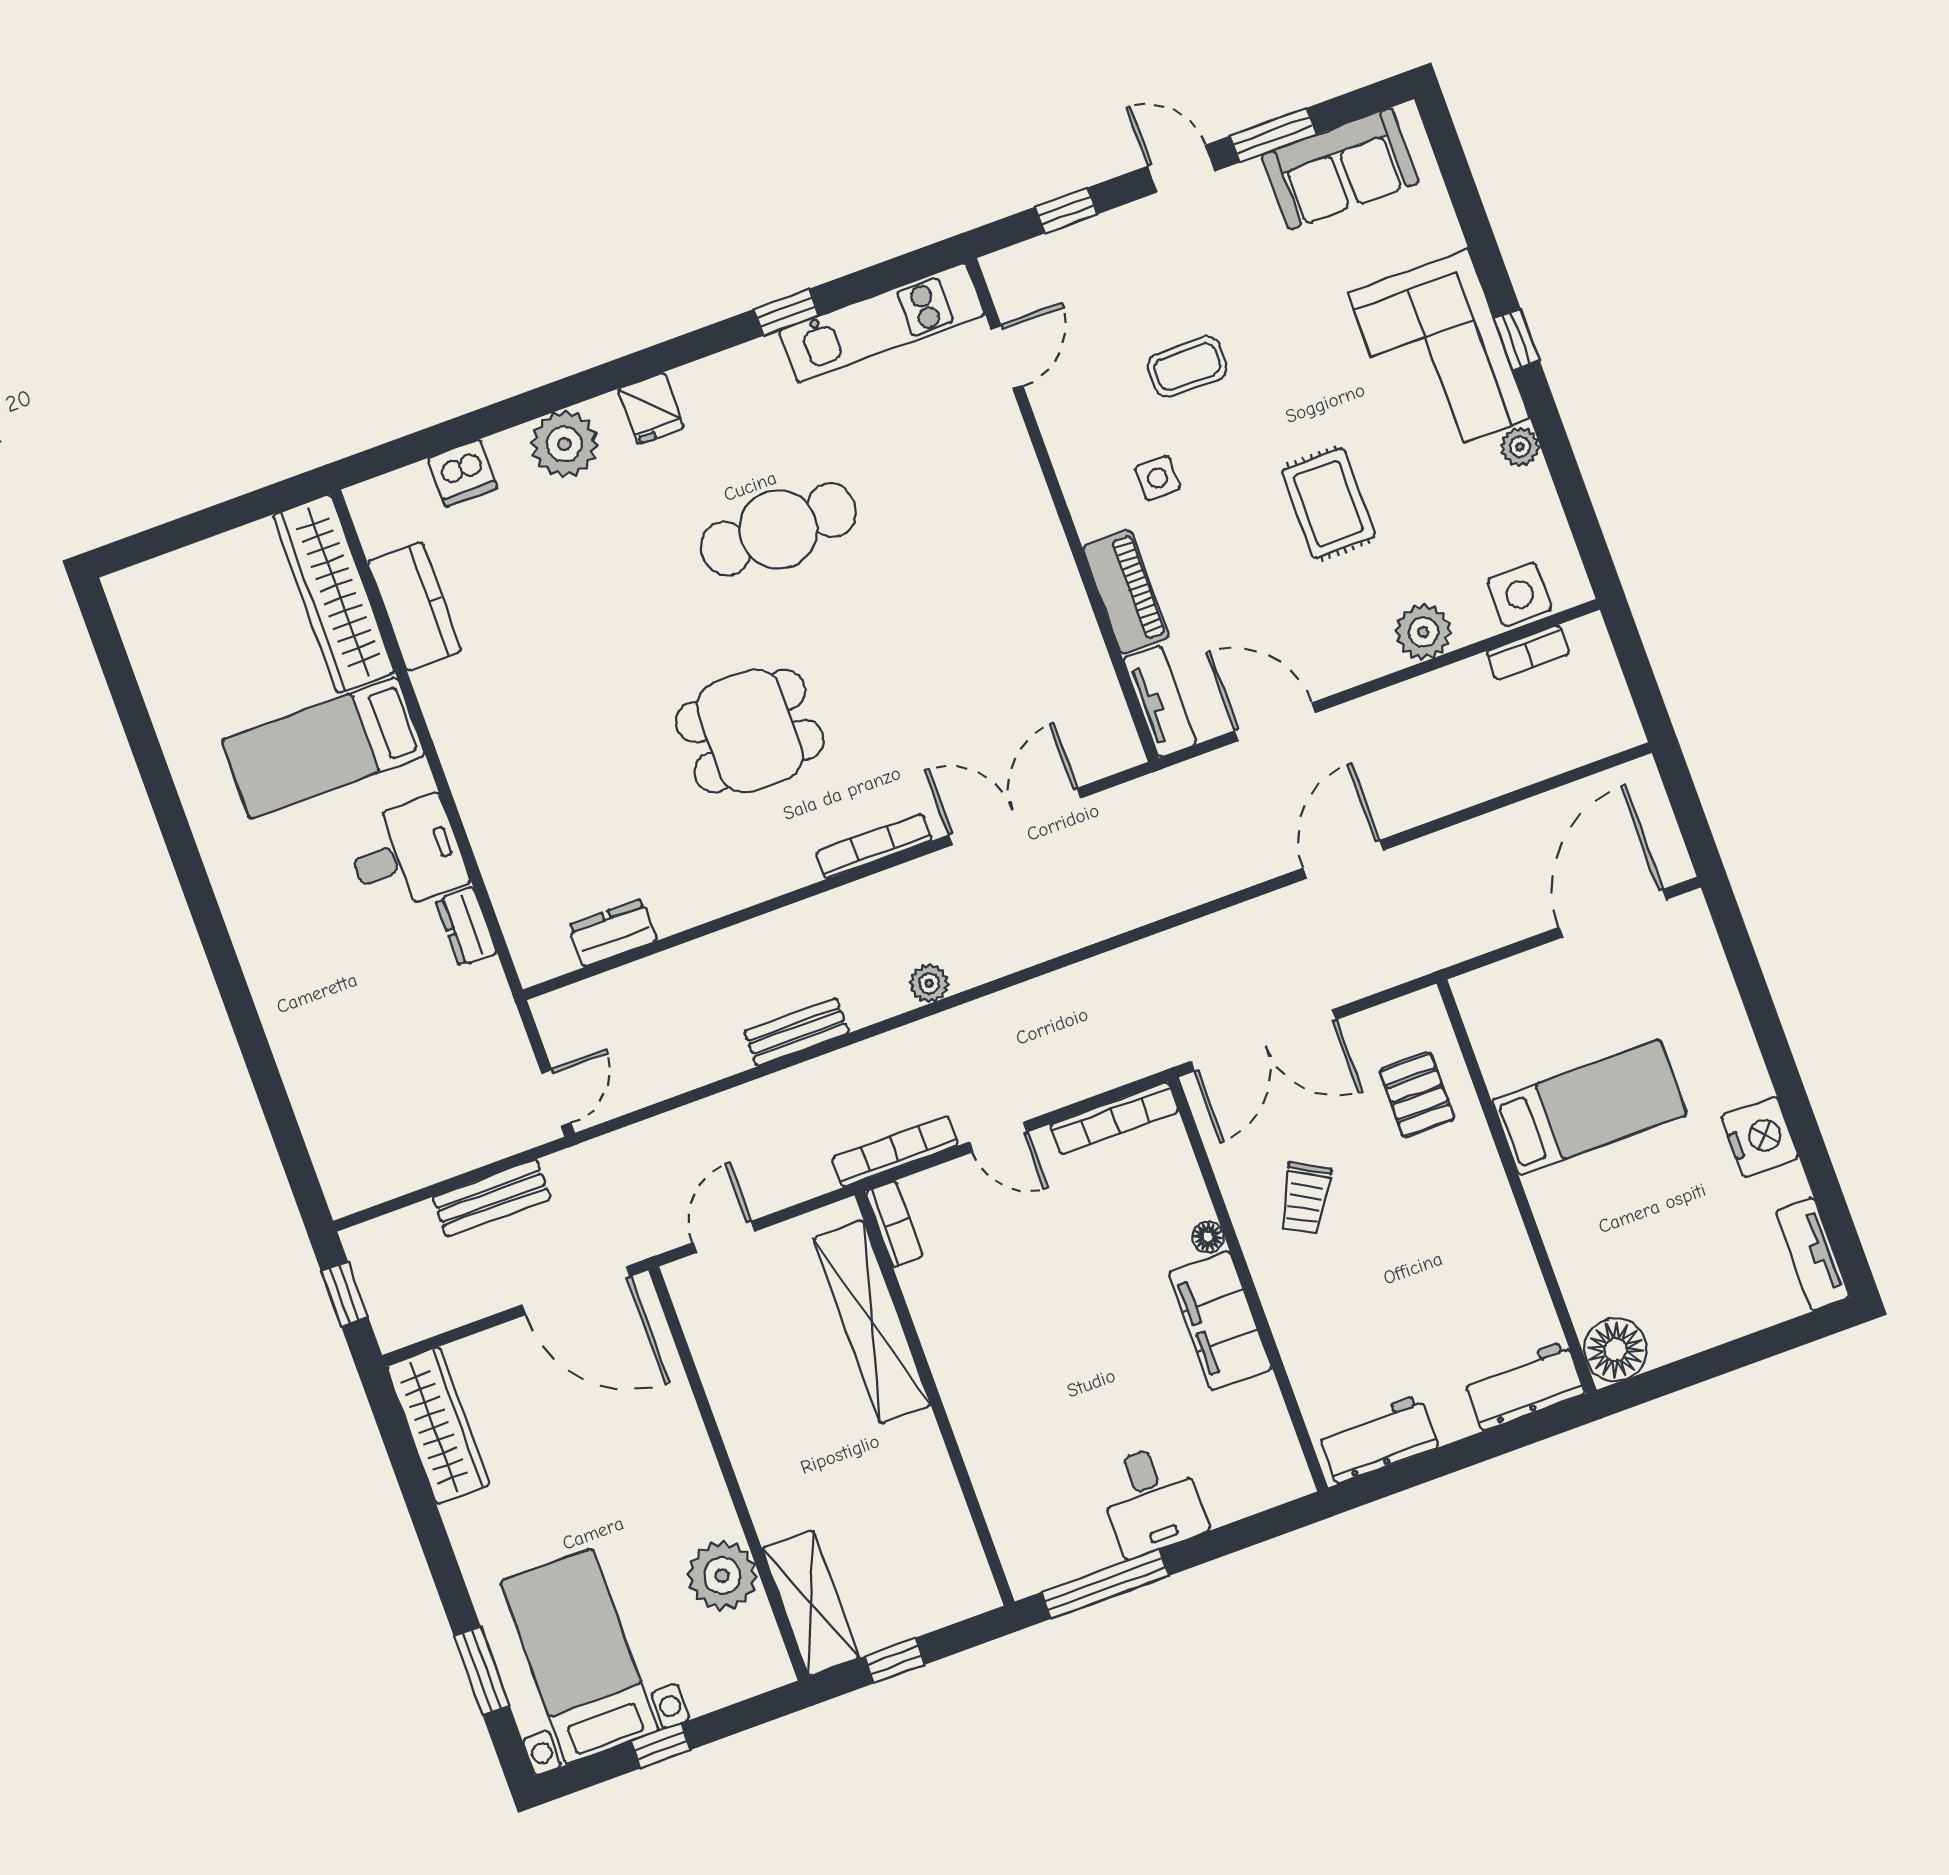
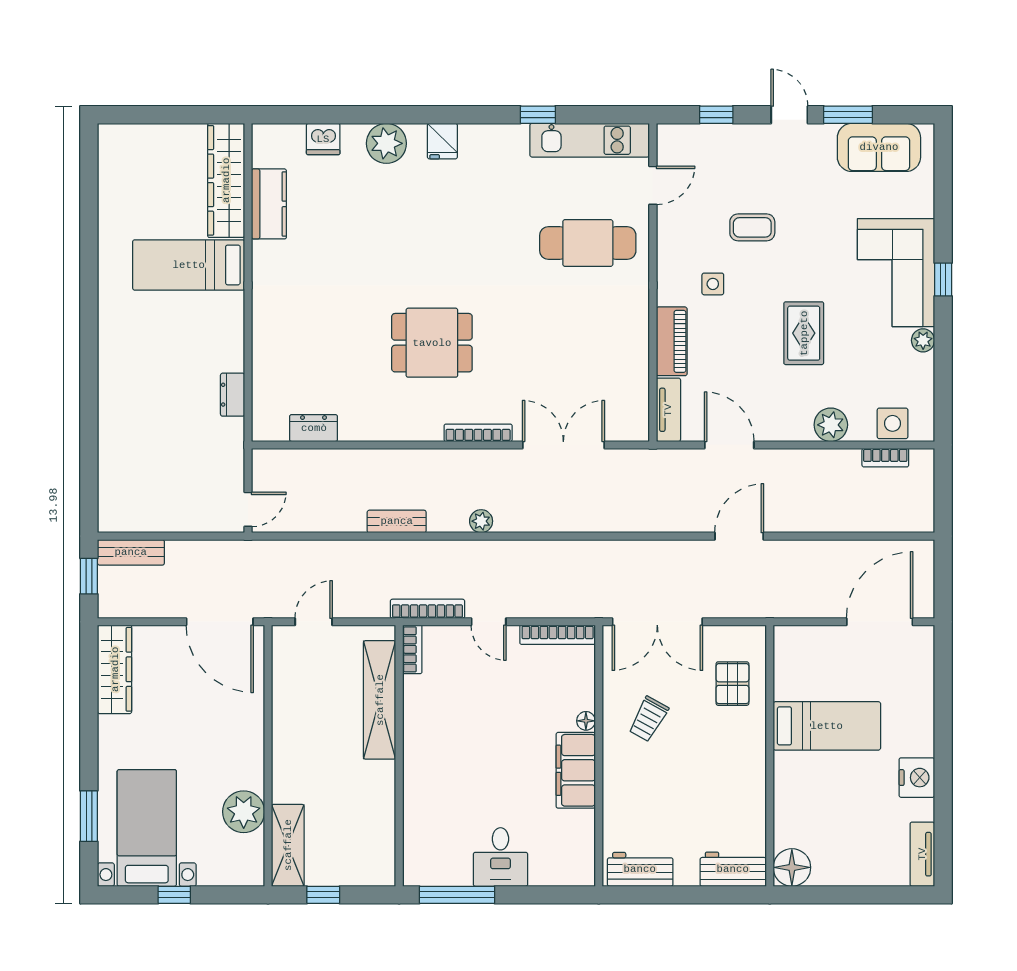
cafe table: (778, 529) -> (588, 243), moved
desk: (406, 855) -> (213, 342), removed
bench: (491, 1198) -> (131, 552), moved

